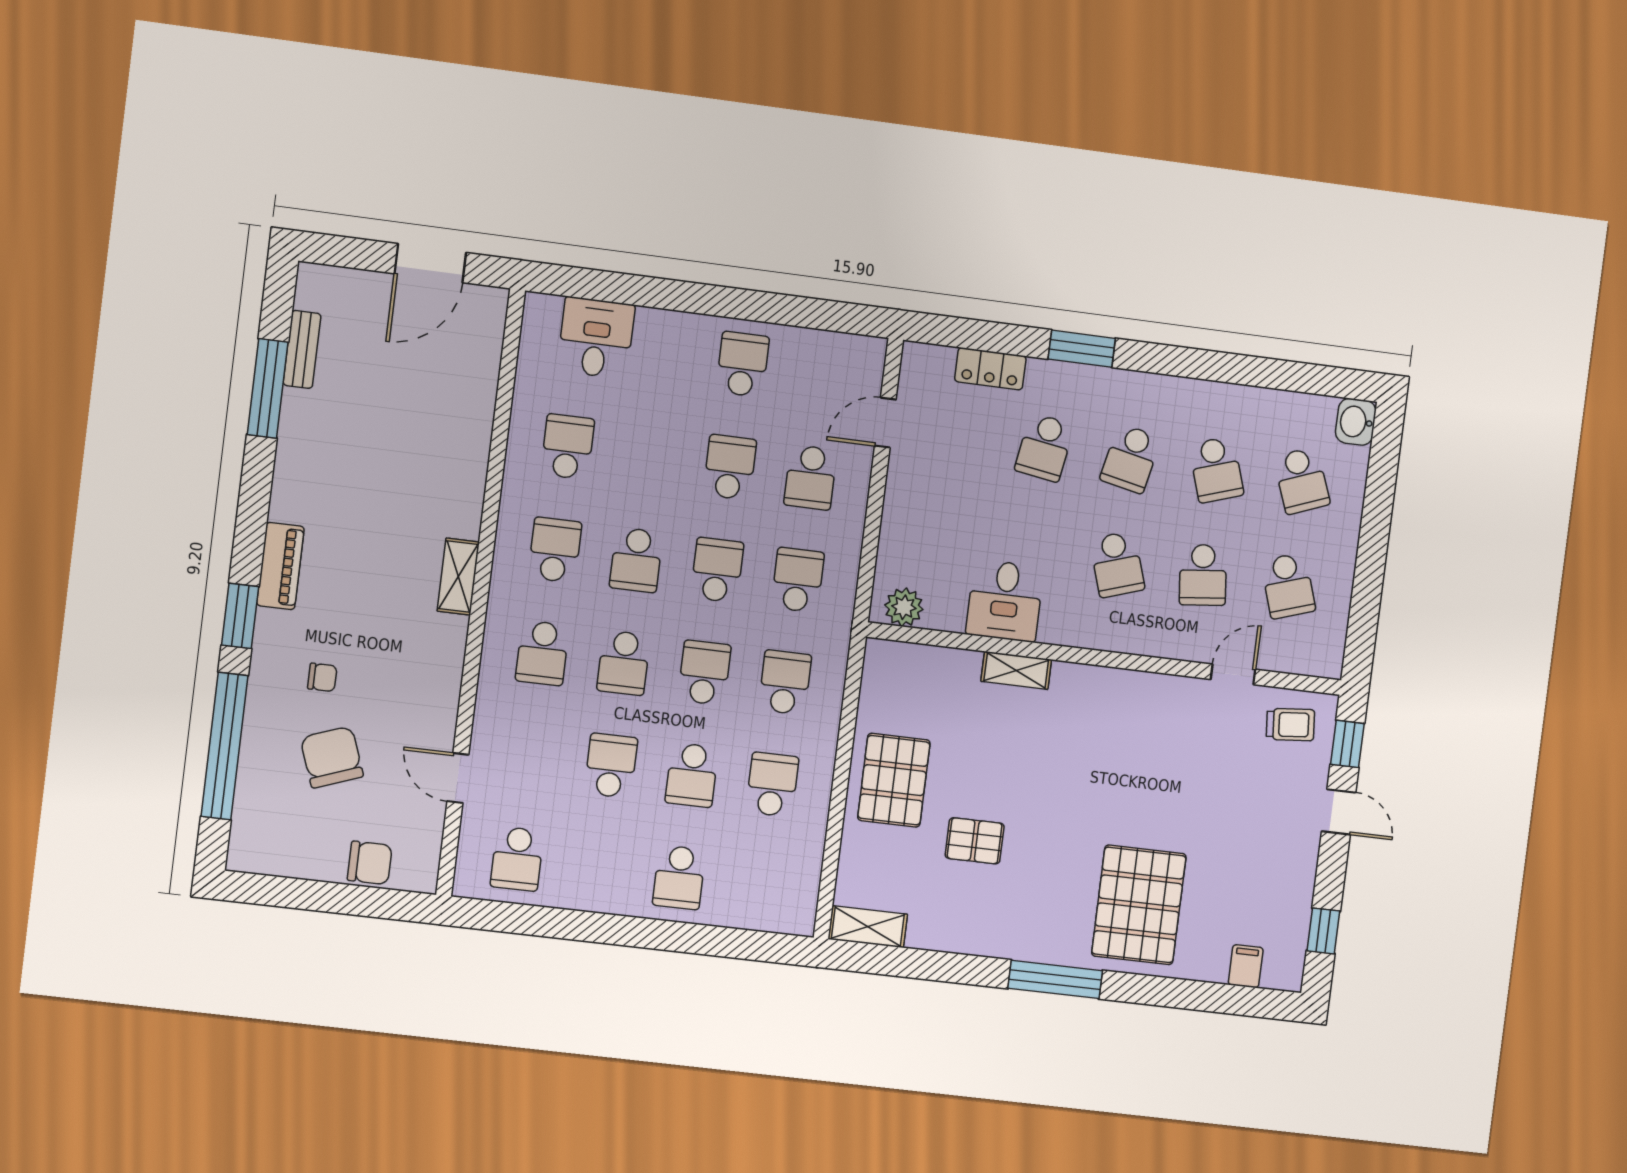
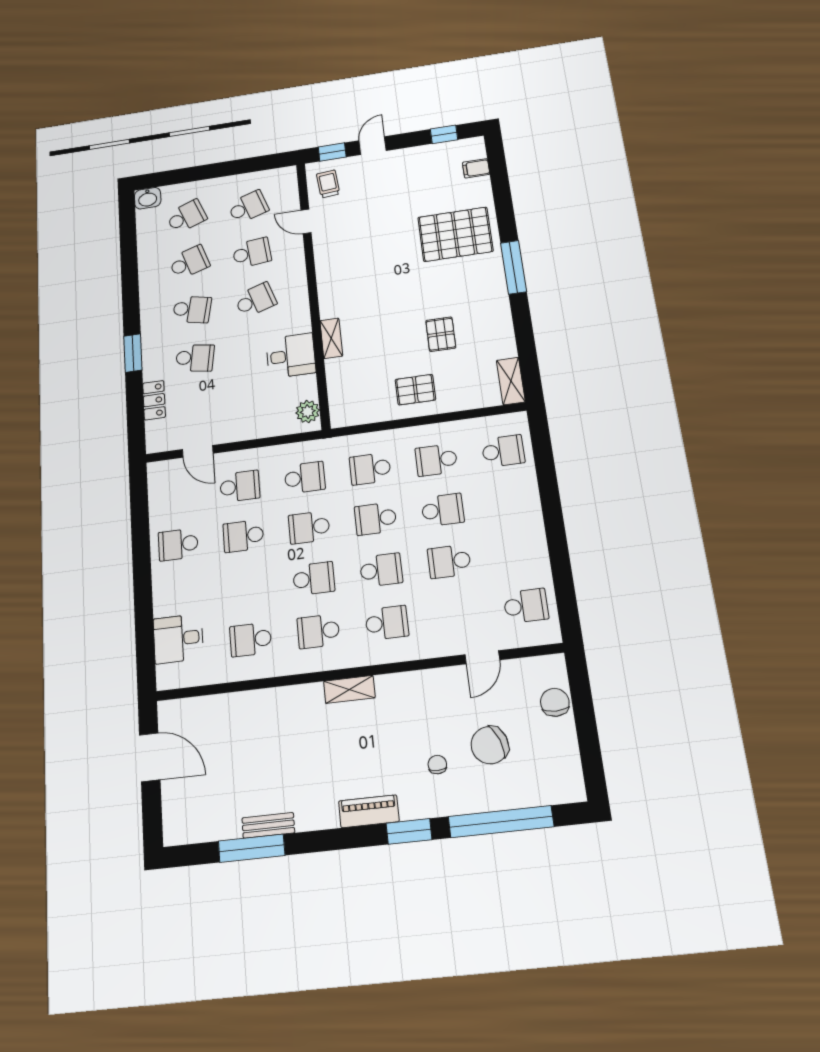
bench: (302, 349) -> (268, 825), moved
school desk: (798, 580) -> (305, 478), turned 180
pallet: (894, 780) -> (415, 390), width x0.67, depth x0.71
school desk: (679, 877) -> (503, 451), moved

